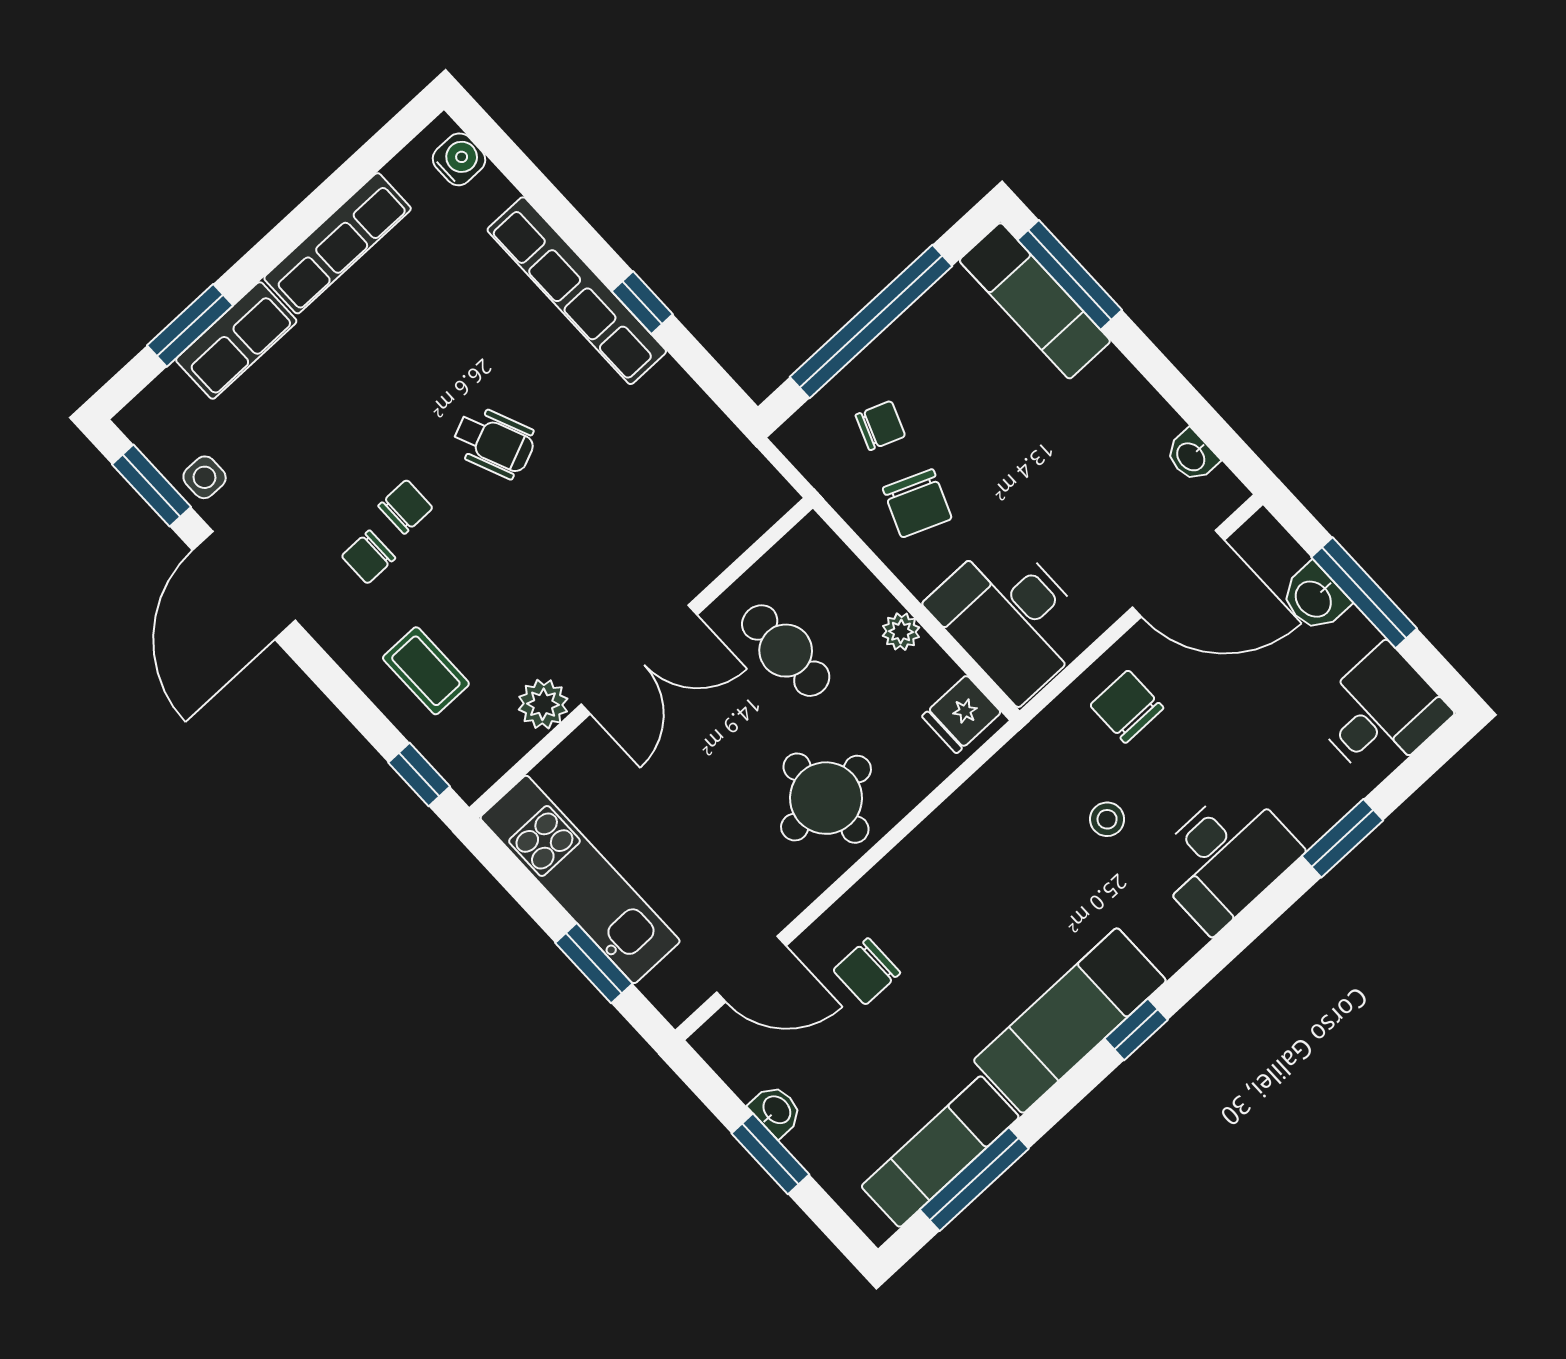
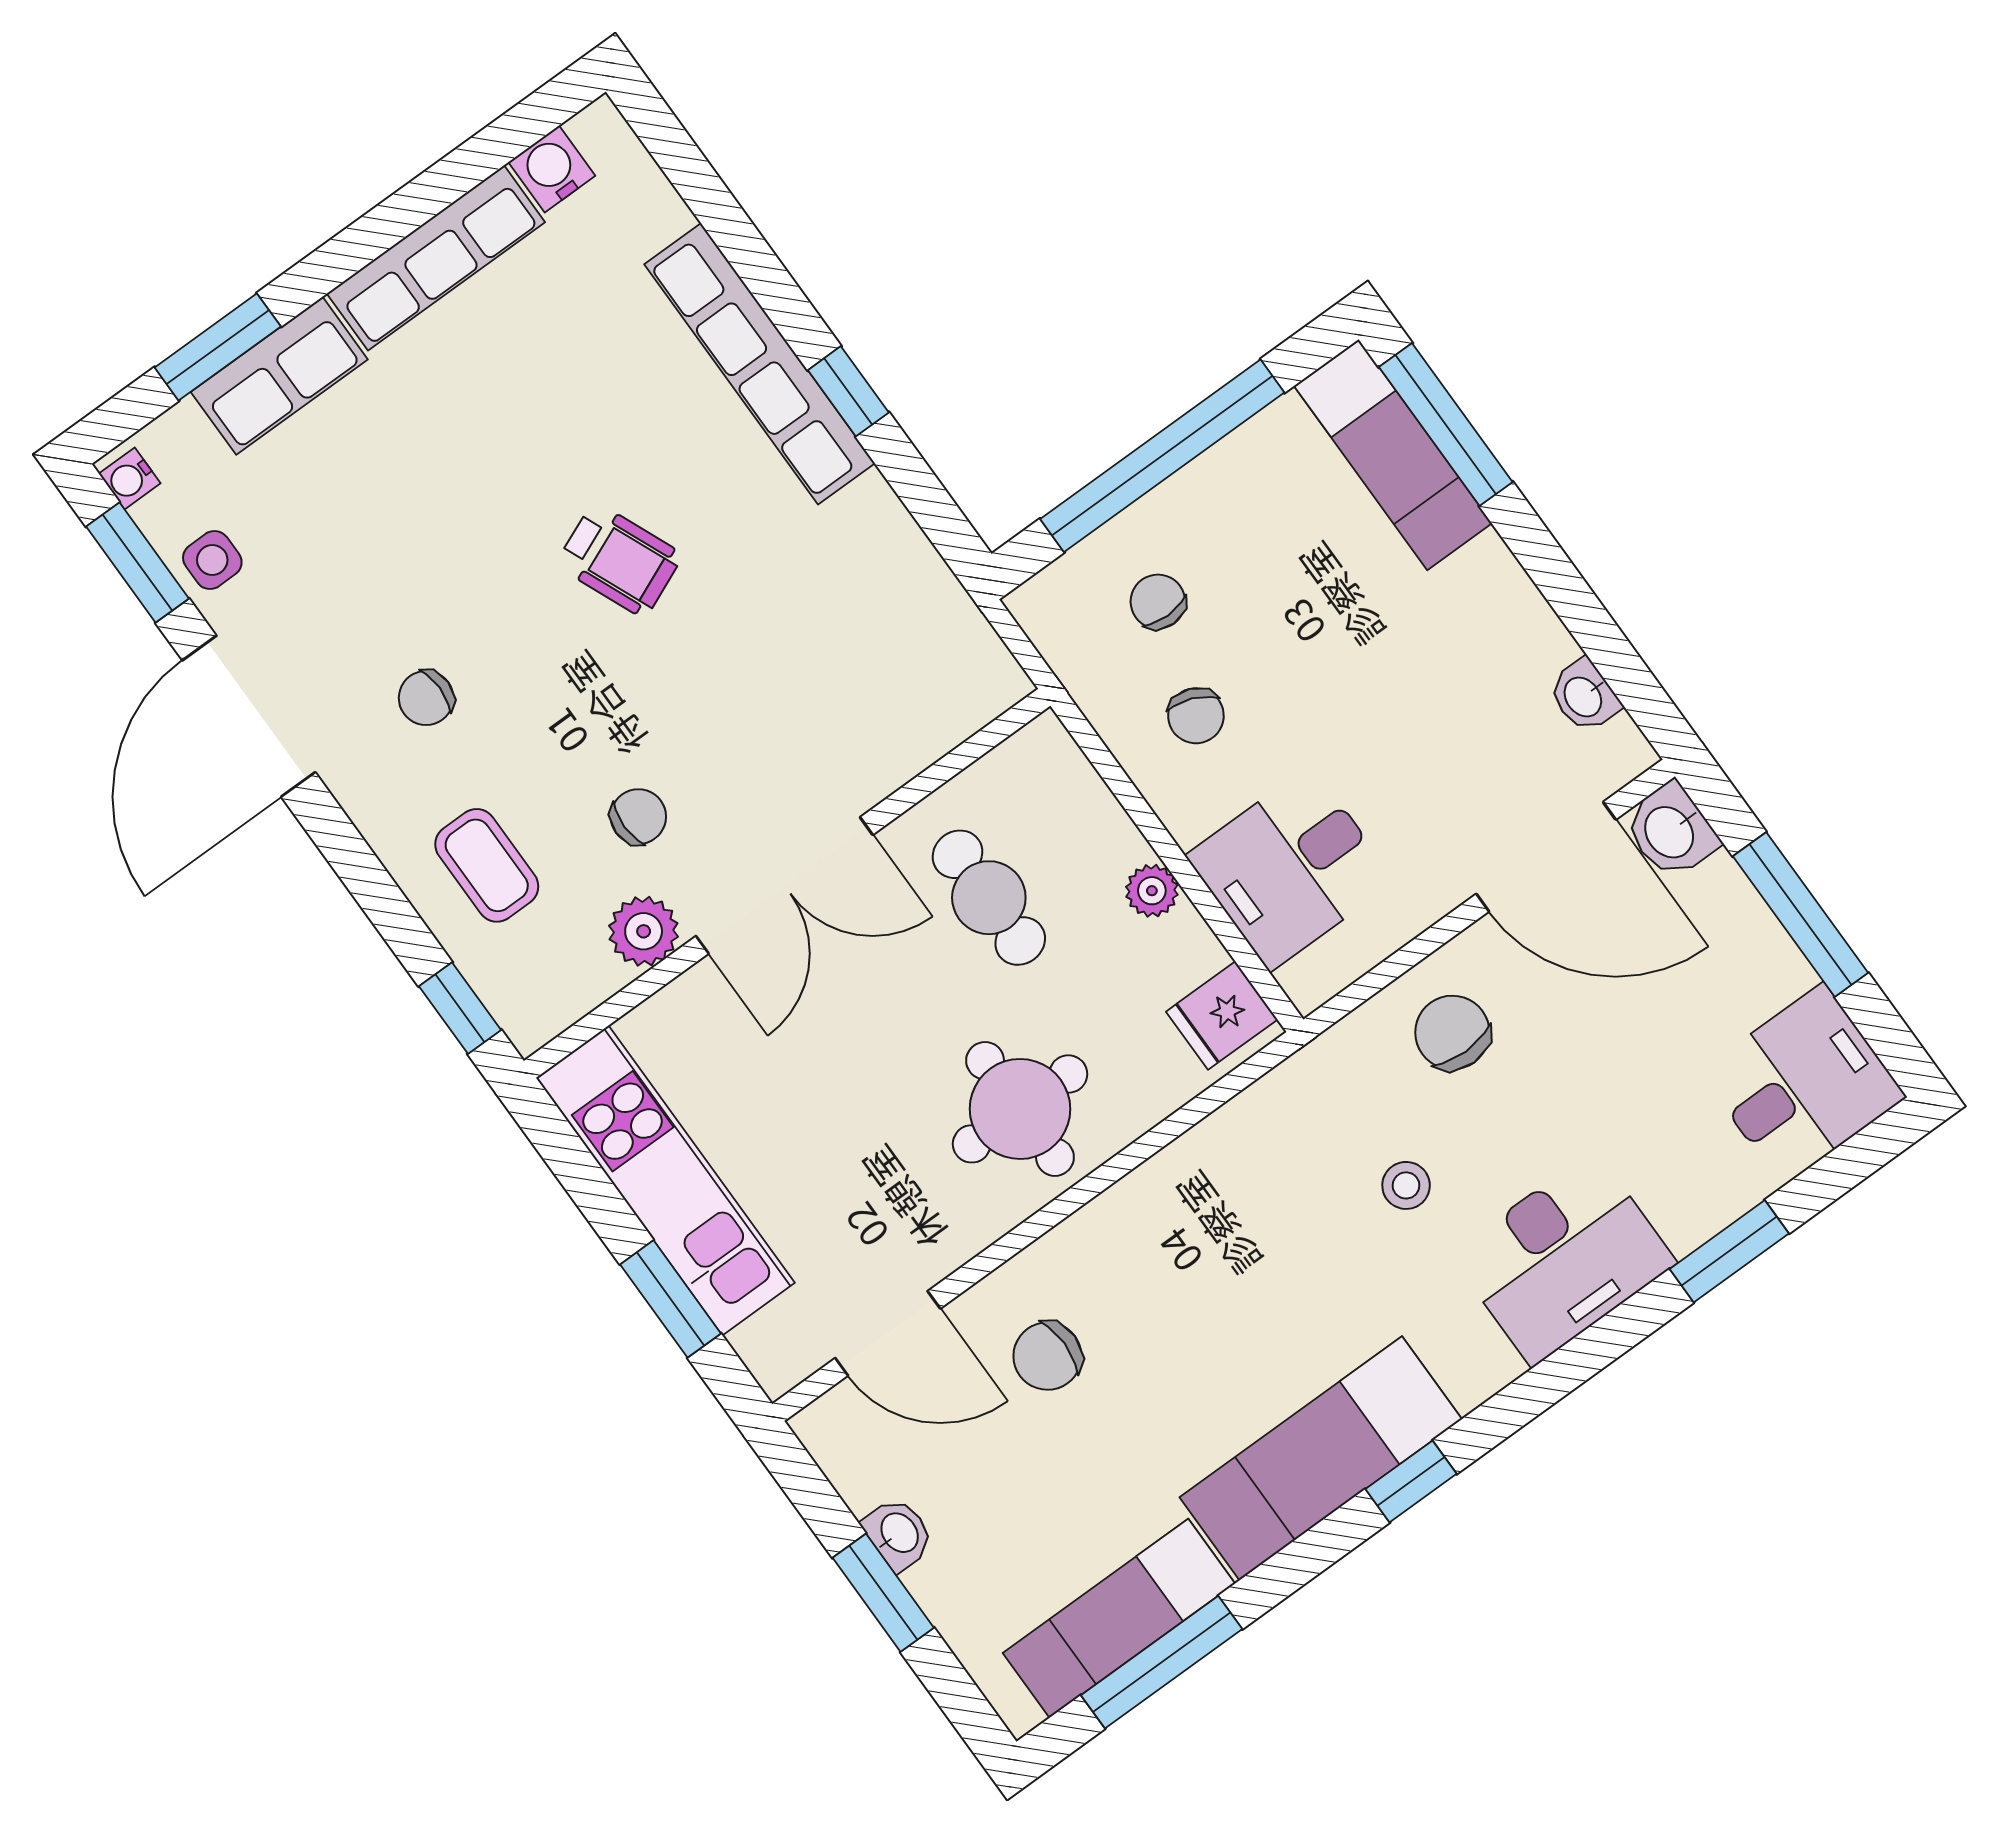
water cooler: (459, 159) -> (552, 169), moved, turned -90
water cooler: (139, 426) -> (130, 478), added
chair: (880, 426) -> (1158, 602), turned -111
chair: (917, 503) -> (1196, 716), width x0.73, depth x0.73
chair: (406, 507) -> (638, 817), moved
washbasin: (1314, 598) -> (1671, 831), moved
desk: (1011, 618) -> (1291, 868), width x0.73

